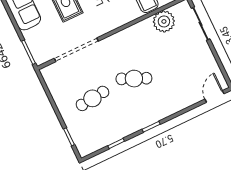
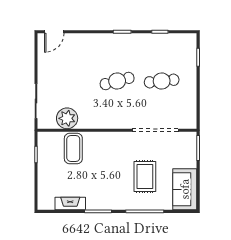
cafe table: (134, 79) -> (117, 81), turned -39

